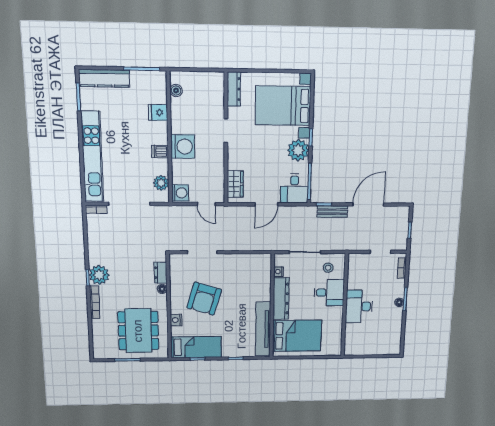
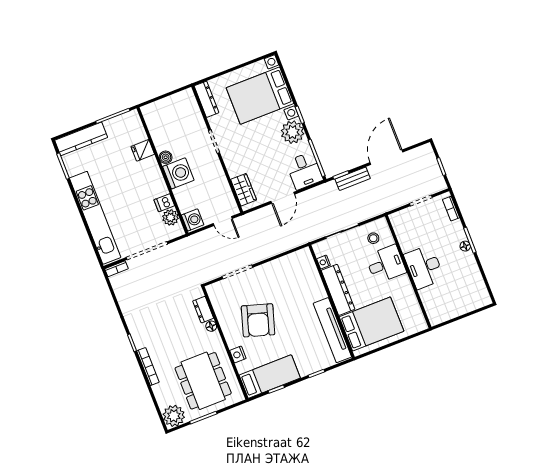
boiler: (176, 90) -> (166, 157), moved
dishwasher: (160, 151) -> (164, 203), moved
plant: (99, 275) -> (174, 416), moved

